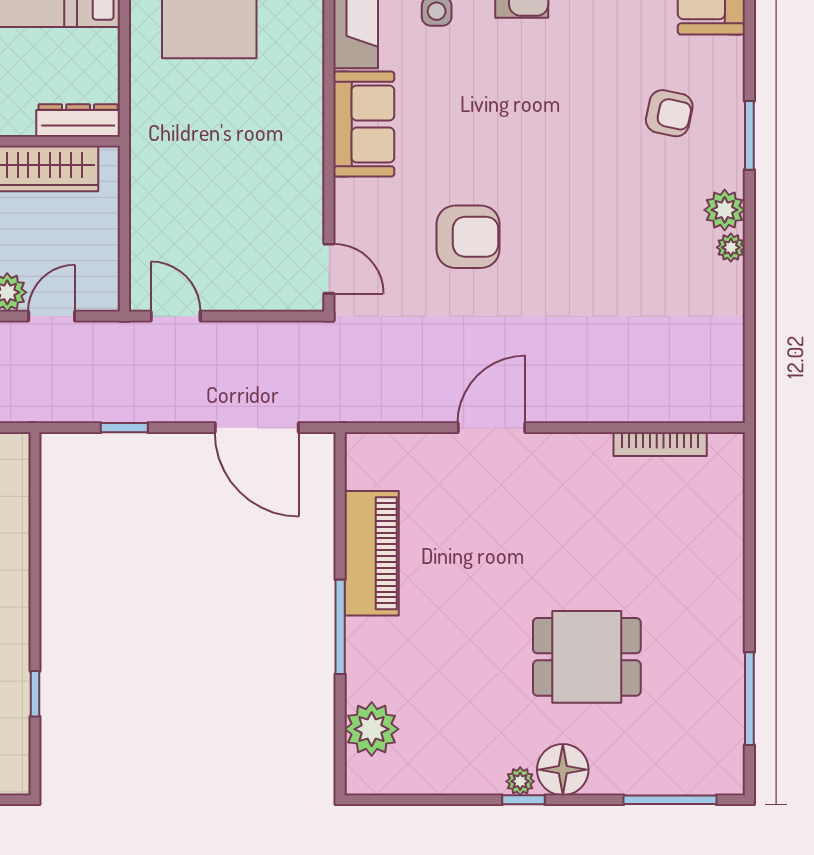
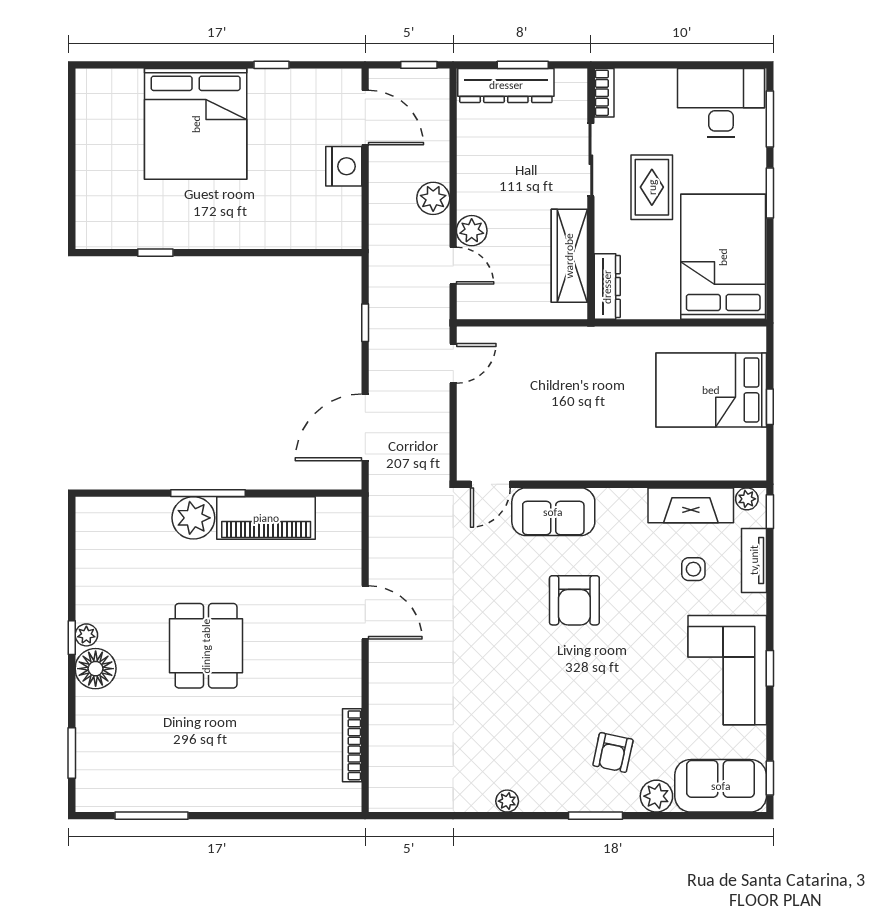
sofa: (364, 124) -> (553, 512), moved
plant: (725, 210) -> (656, 796), moved
armchair: (468, 237) -> (574, 600), moved
dining table: (587, 657) -> (206, 646), moved
plant: (372, 729) -> (193, 518), moved
window: (670, 800) -> (72, 753), width x0.69

